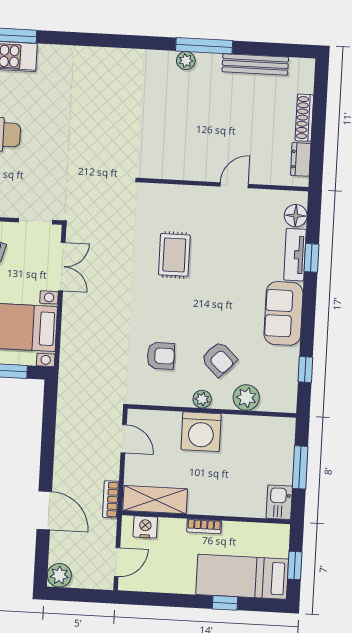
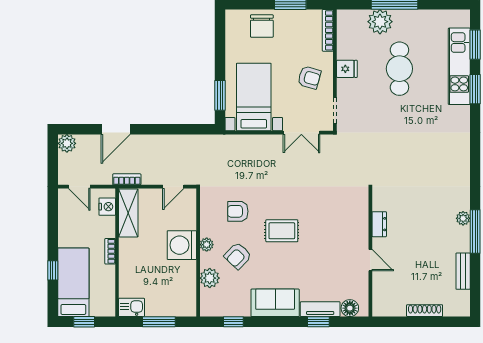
bench: (255, 64) -> (463, 271), width x0.73
dresser: (301, 159) -> (379, 224), moved, turned 90
rug: (174, 255) -> (282, 231), moved
armchair: (161, 356) -> (238, 211), turned 90

